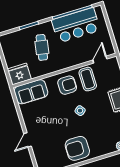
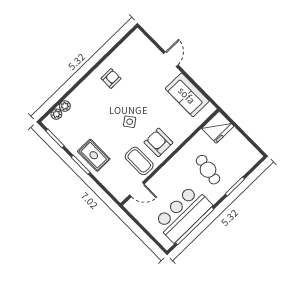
door: (100, 60) -> (137, 189), hinge flipped
armchair: (67, 85) -> (158, 142), turned 90
sofa: (31, 92) -> (187, 95), moved, turned -90
armchair: (77, 148) -> (111, 78), width x0.53, depth x0.53

